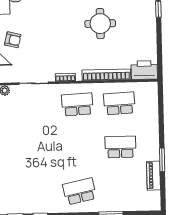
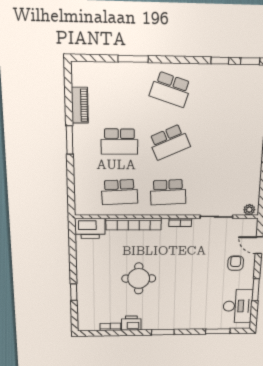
armchair: (13, 40) -> (236, 263), turned 76
school desk: (78, 148) -> (169, 142), added
window: (162, 160) -> (70, 140), moved
school desk: (80, 191) -> (171, 89), turned 30

